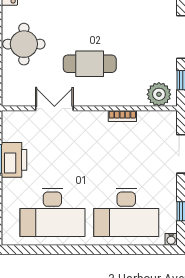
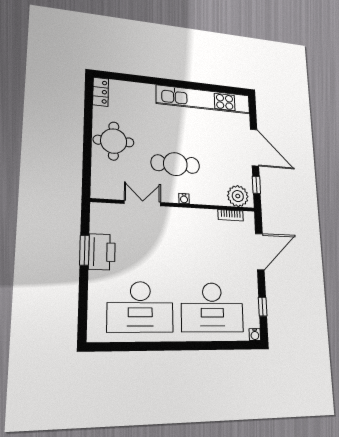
water cooler: (99, 101) -> (184, 199), added
bookcase: (122, 116) -> (231, 215), moved

